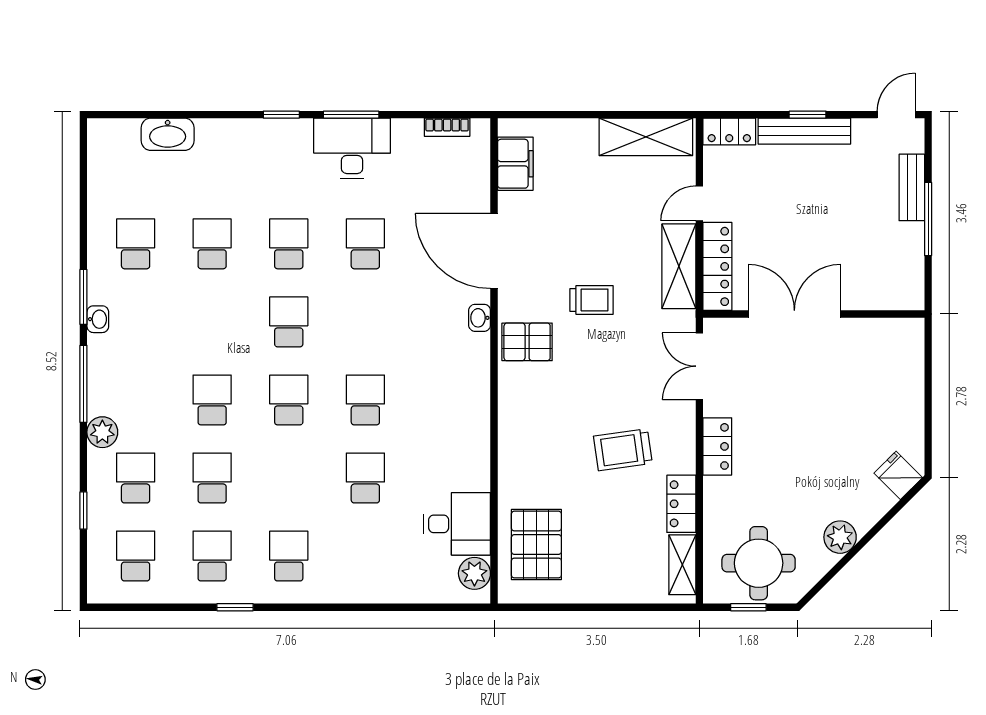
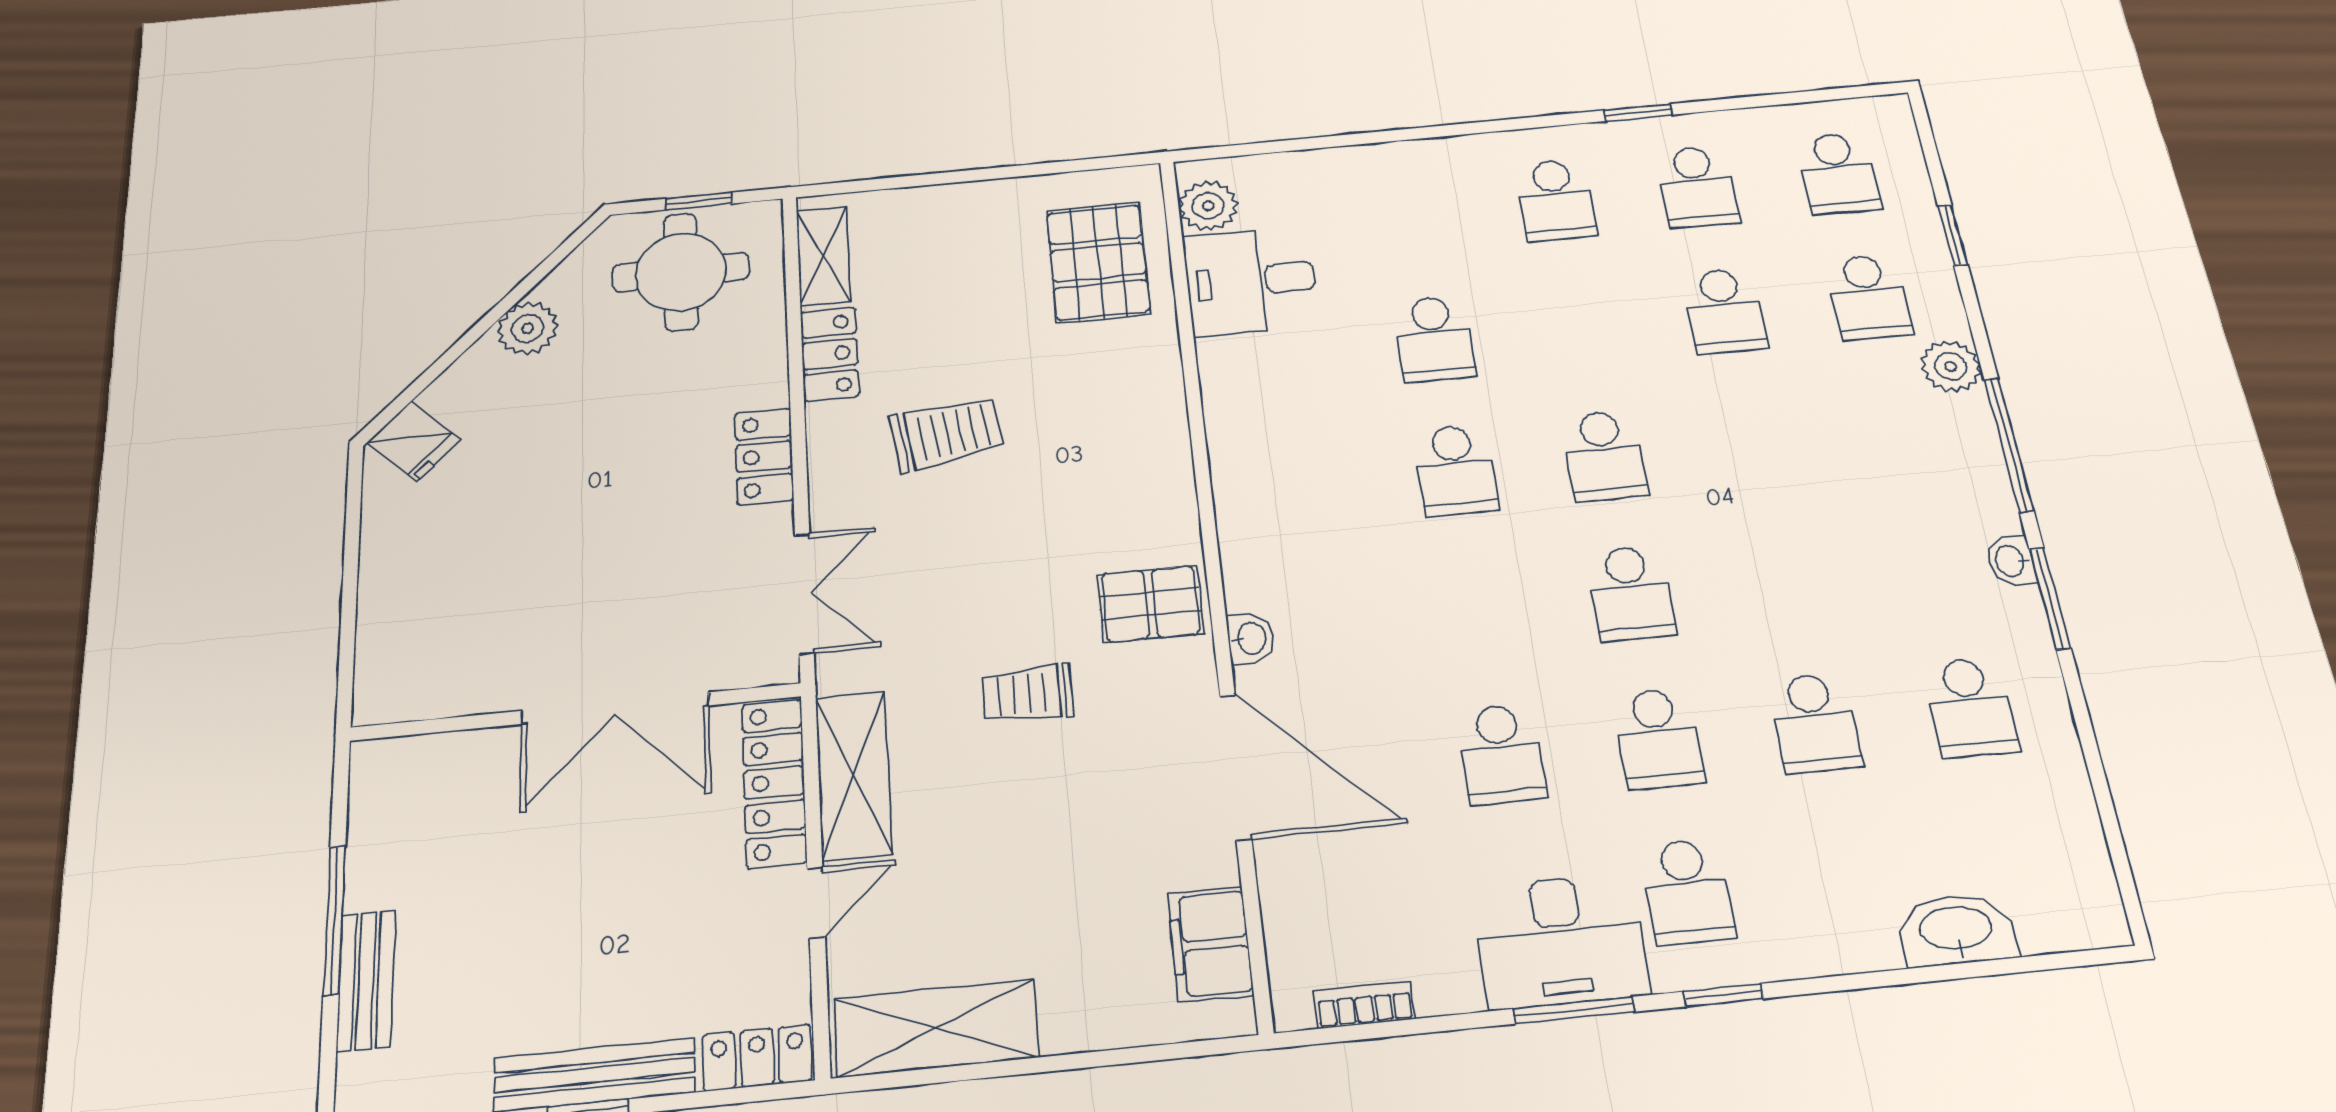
school desk: (212, 400) -> (1687, 892), moved

